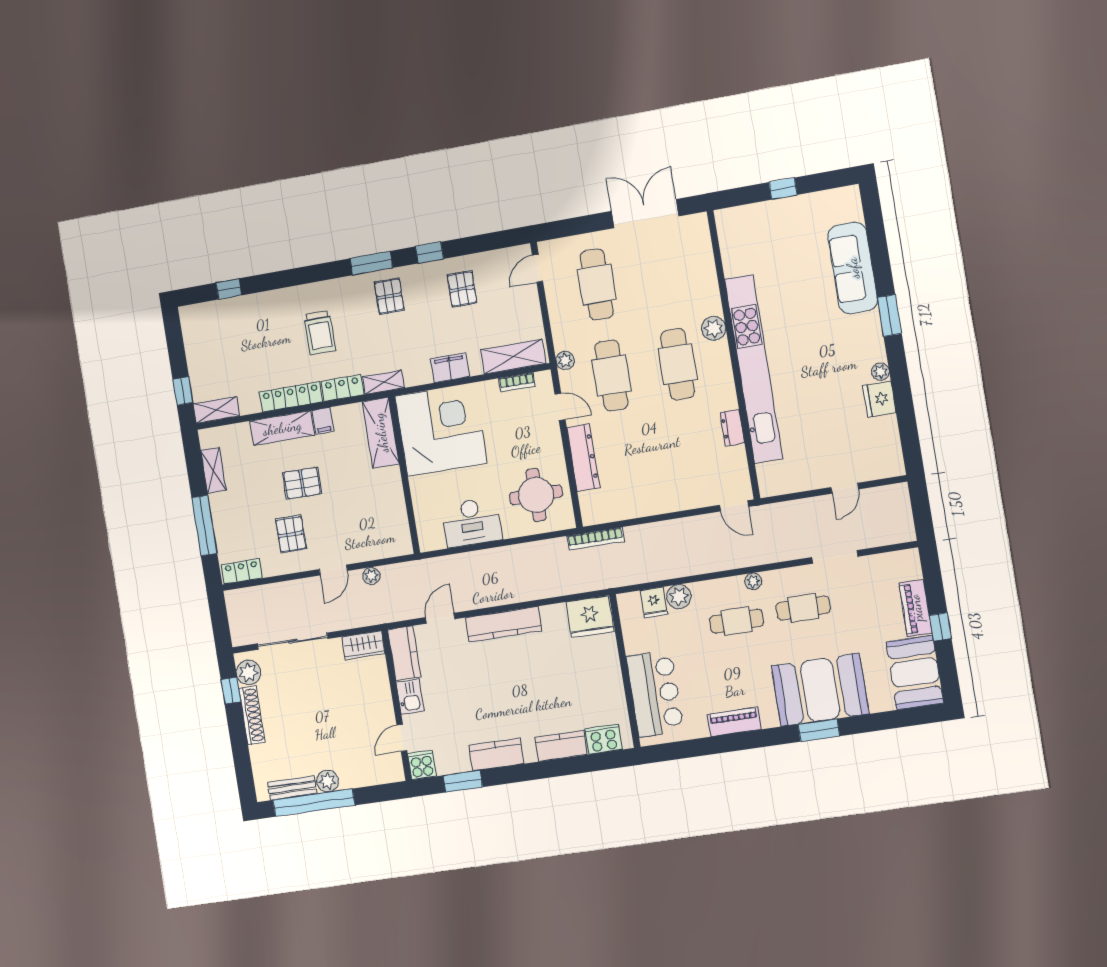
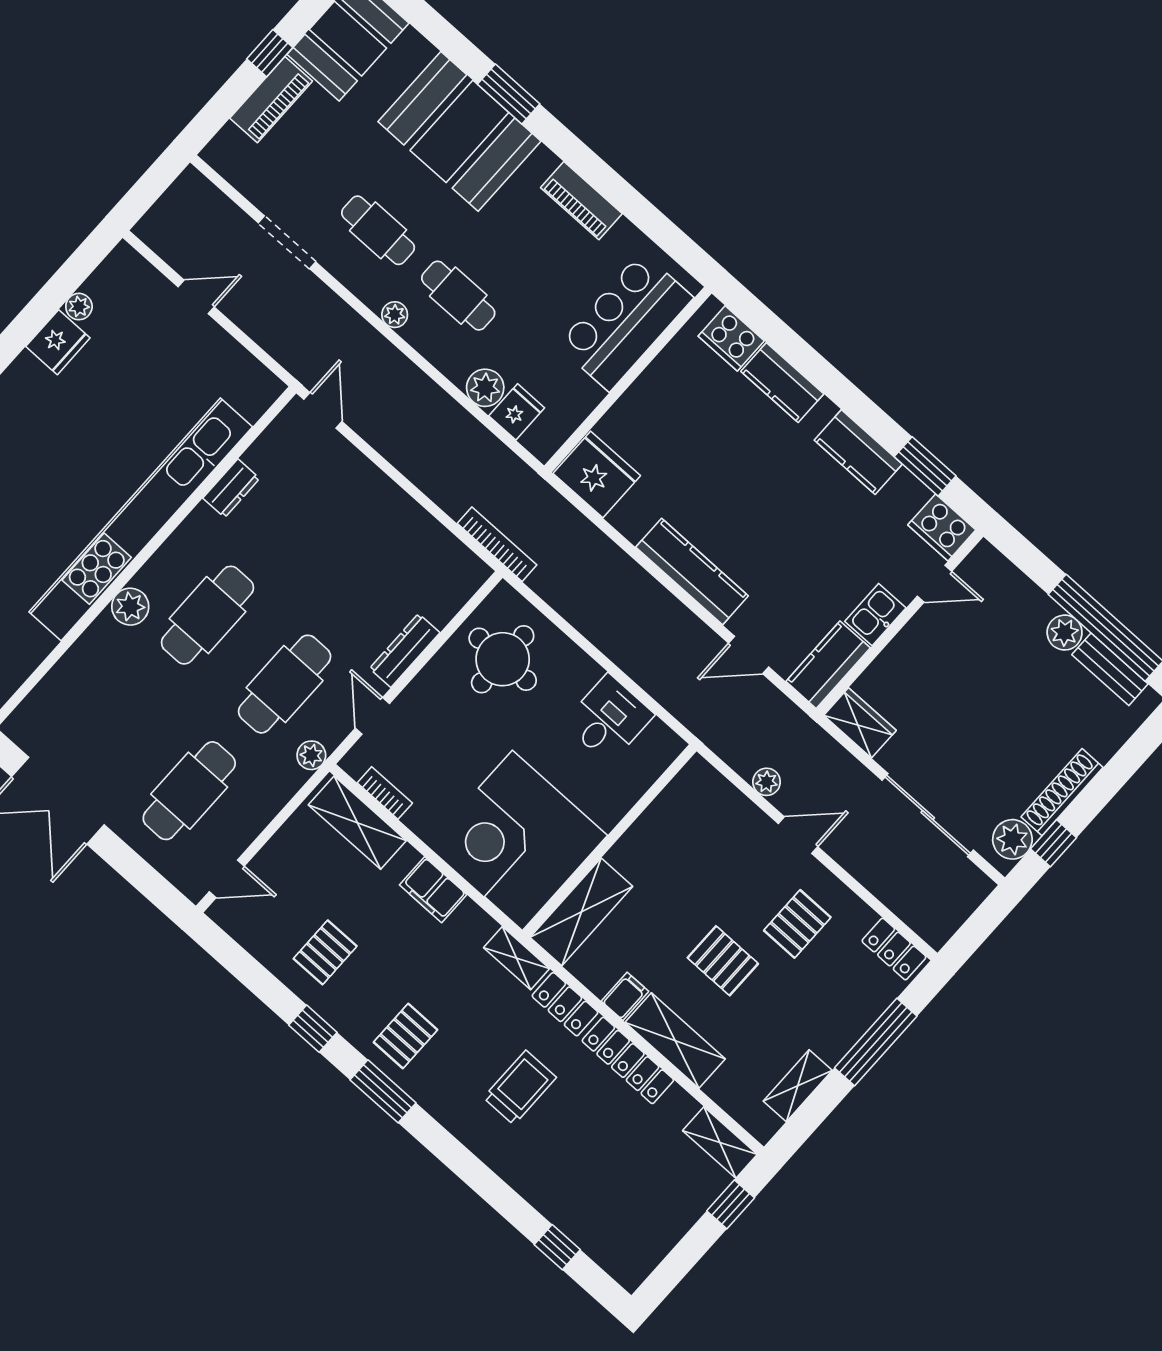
plant: (880, 372) -> (79, 307), moved
dresser: (583, 458) -> (405, 651), width x0.73, depth x0.80
desk: (472, 522) -> (609, 719), width x0.73
cooker: (422, 765) -> (942, 527), width x1.36

